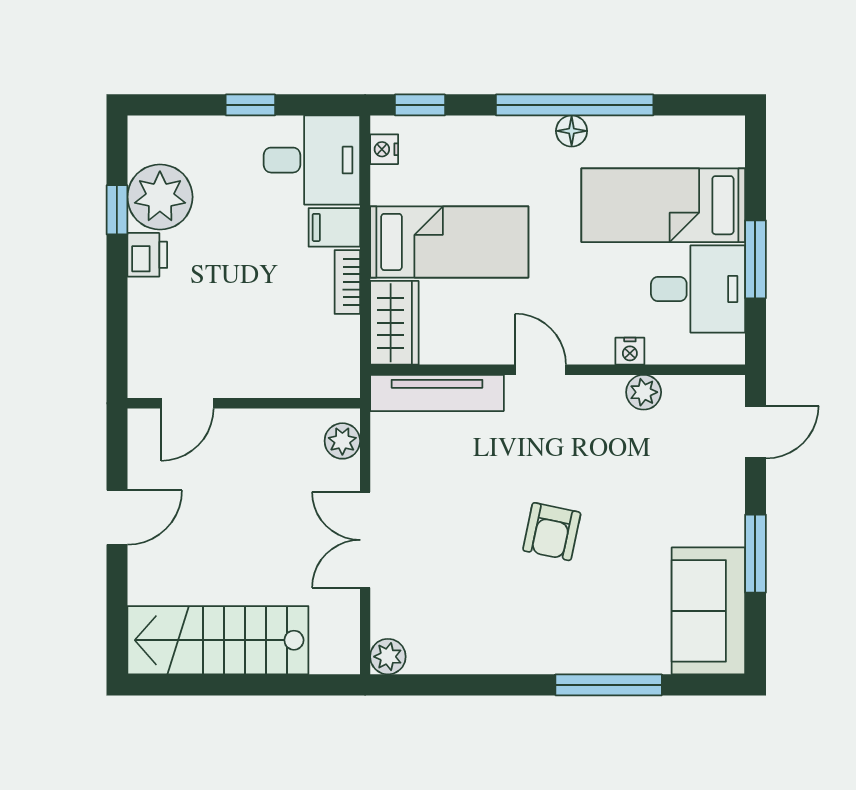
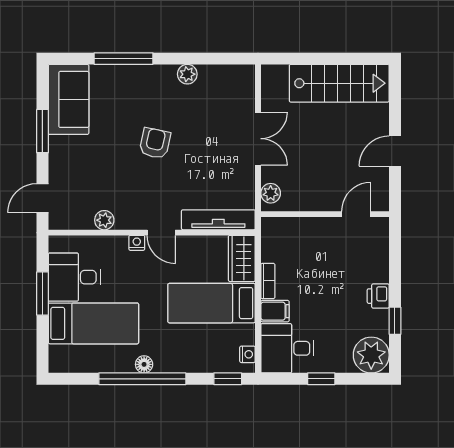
plant: (160, 197) -> (371, 355), moved
nightstand: (630, 351) -> (137, 243), moved
plant: (388, 657) -> (187, 74), moved

